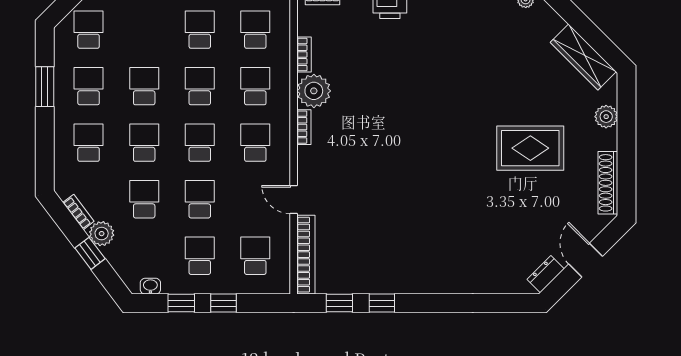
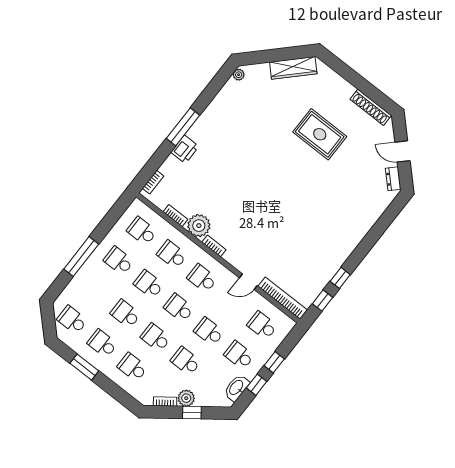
plant: (606, 117) -> (335, 81), removed
rug: (530, 148) -> (320, 134), turned 90
washbasin: (150, 286) -> (236, 388), width x1.91, depth x1.45

